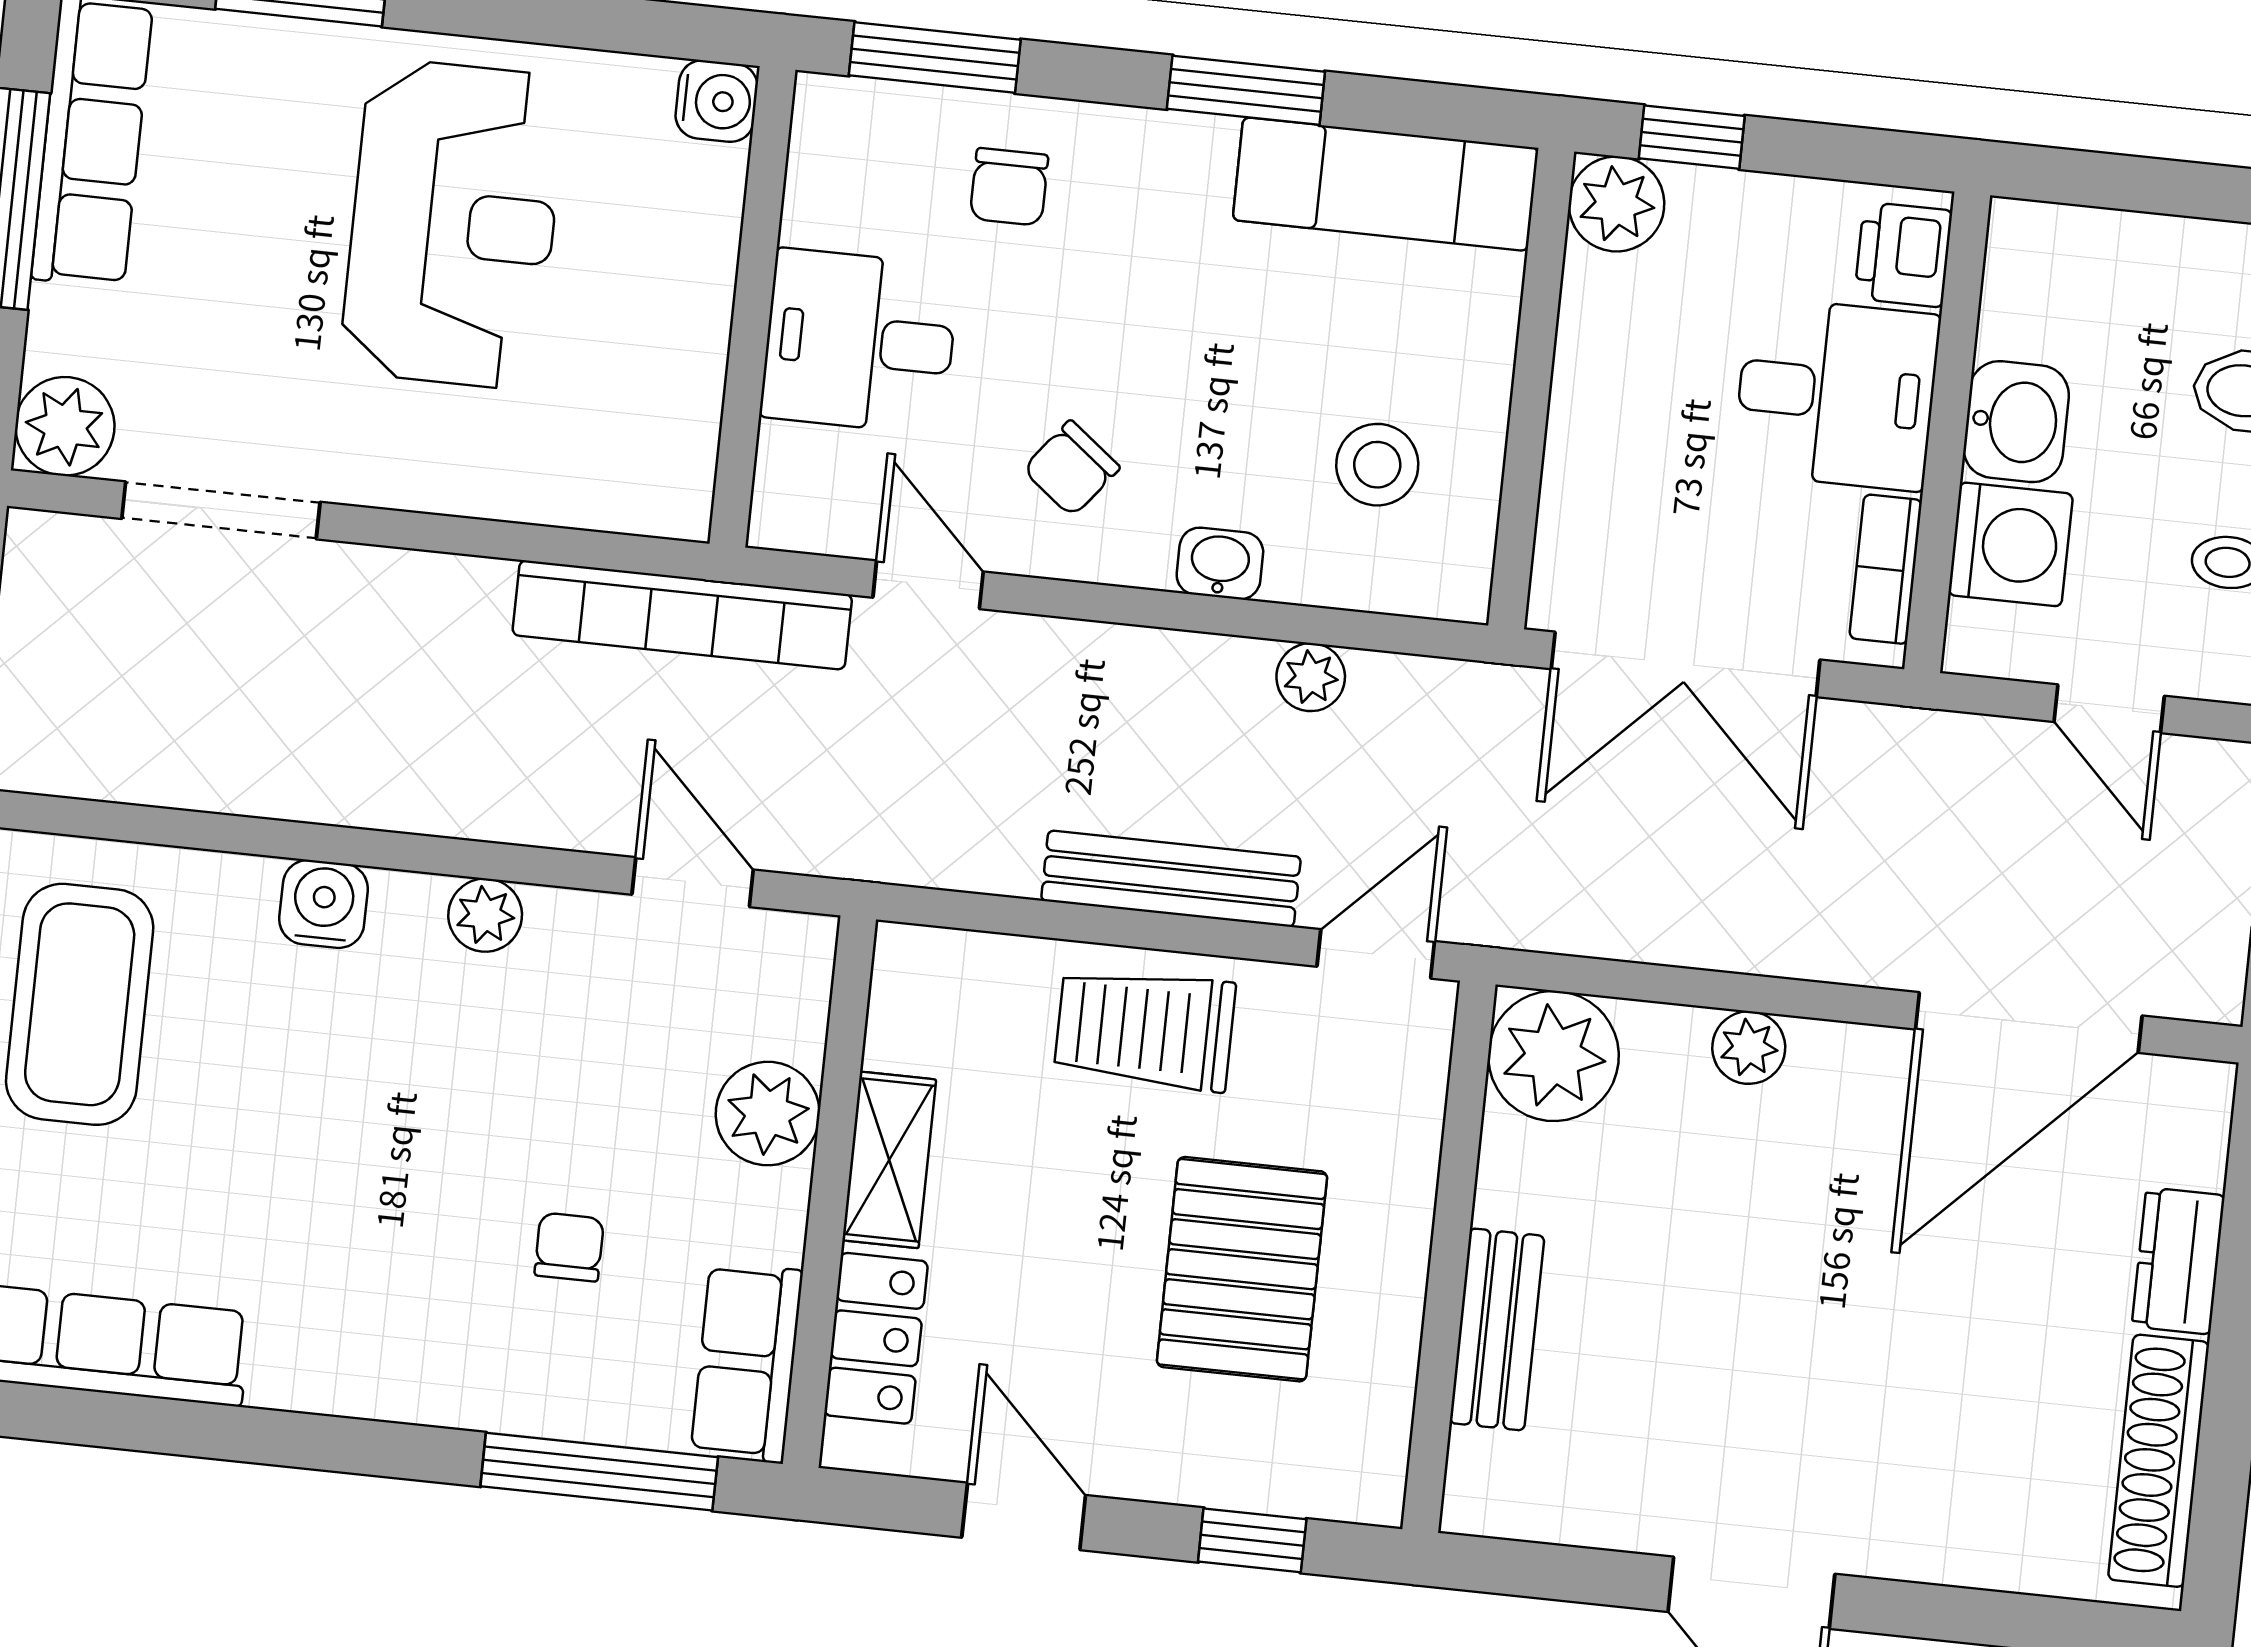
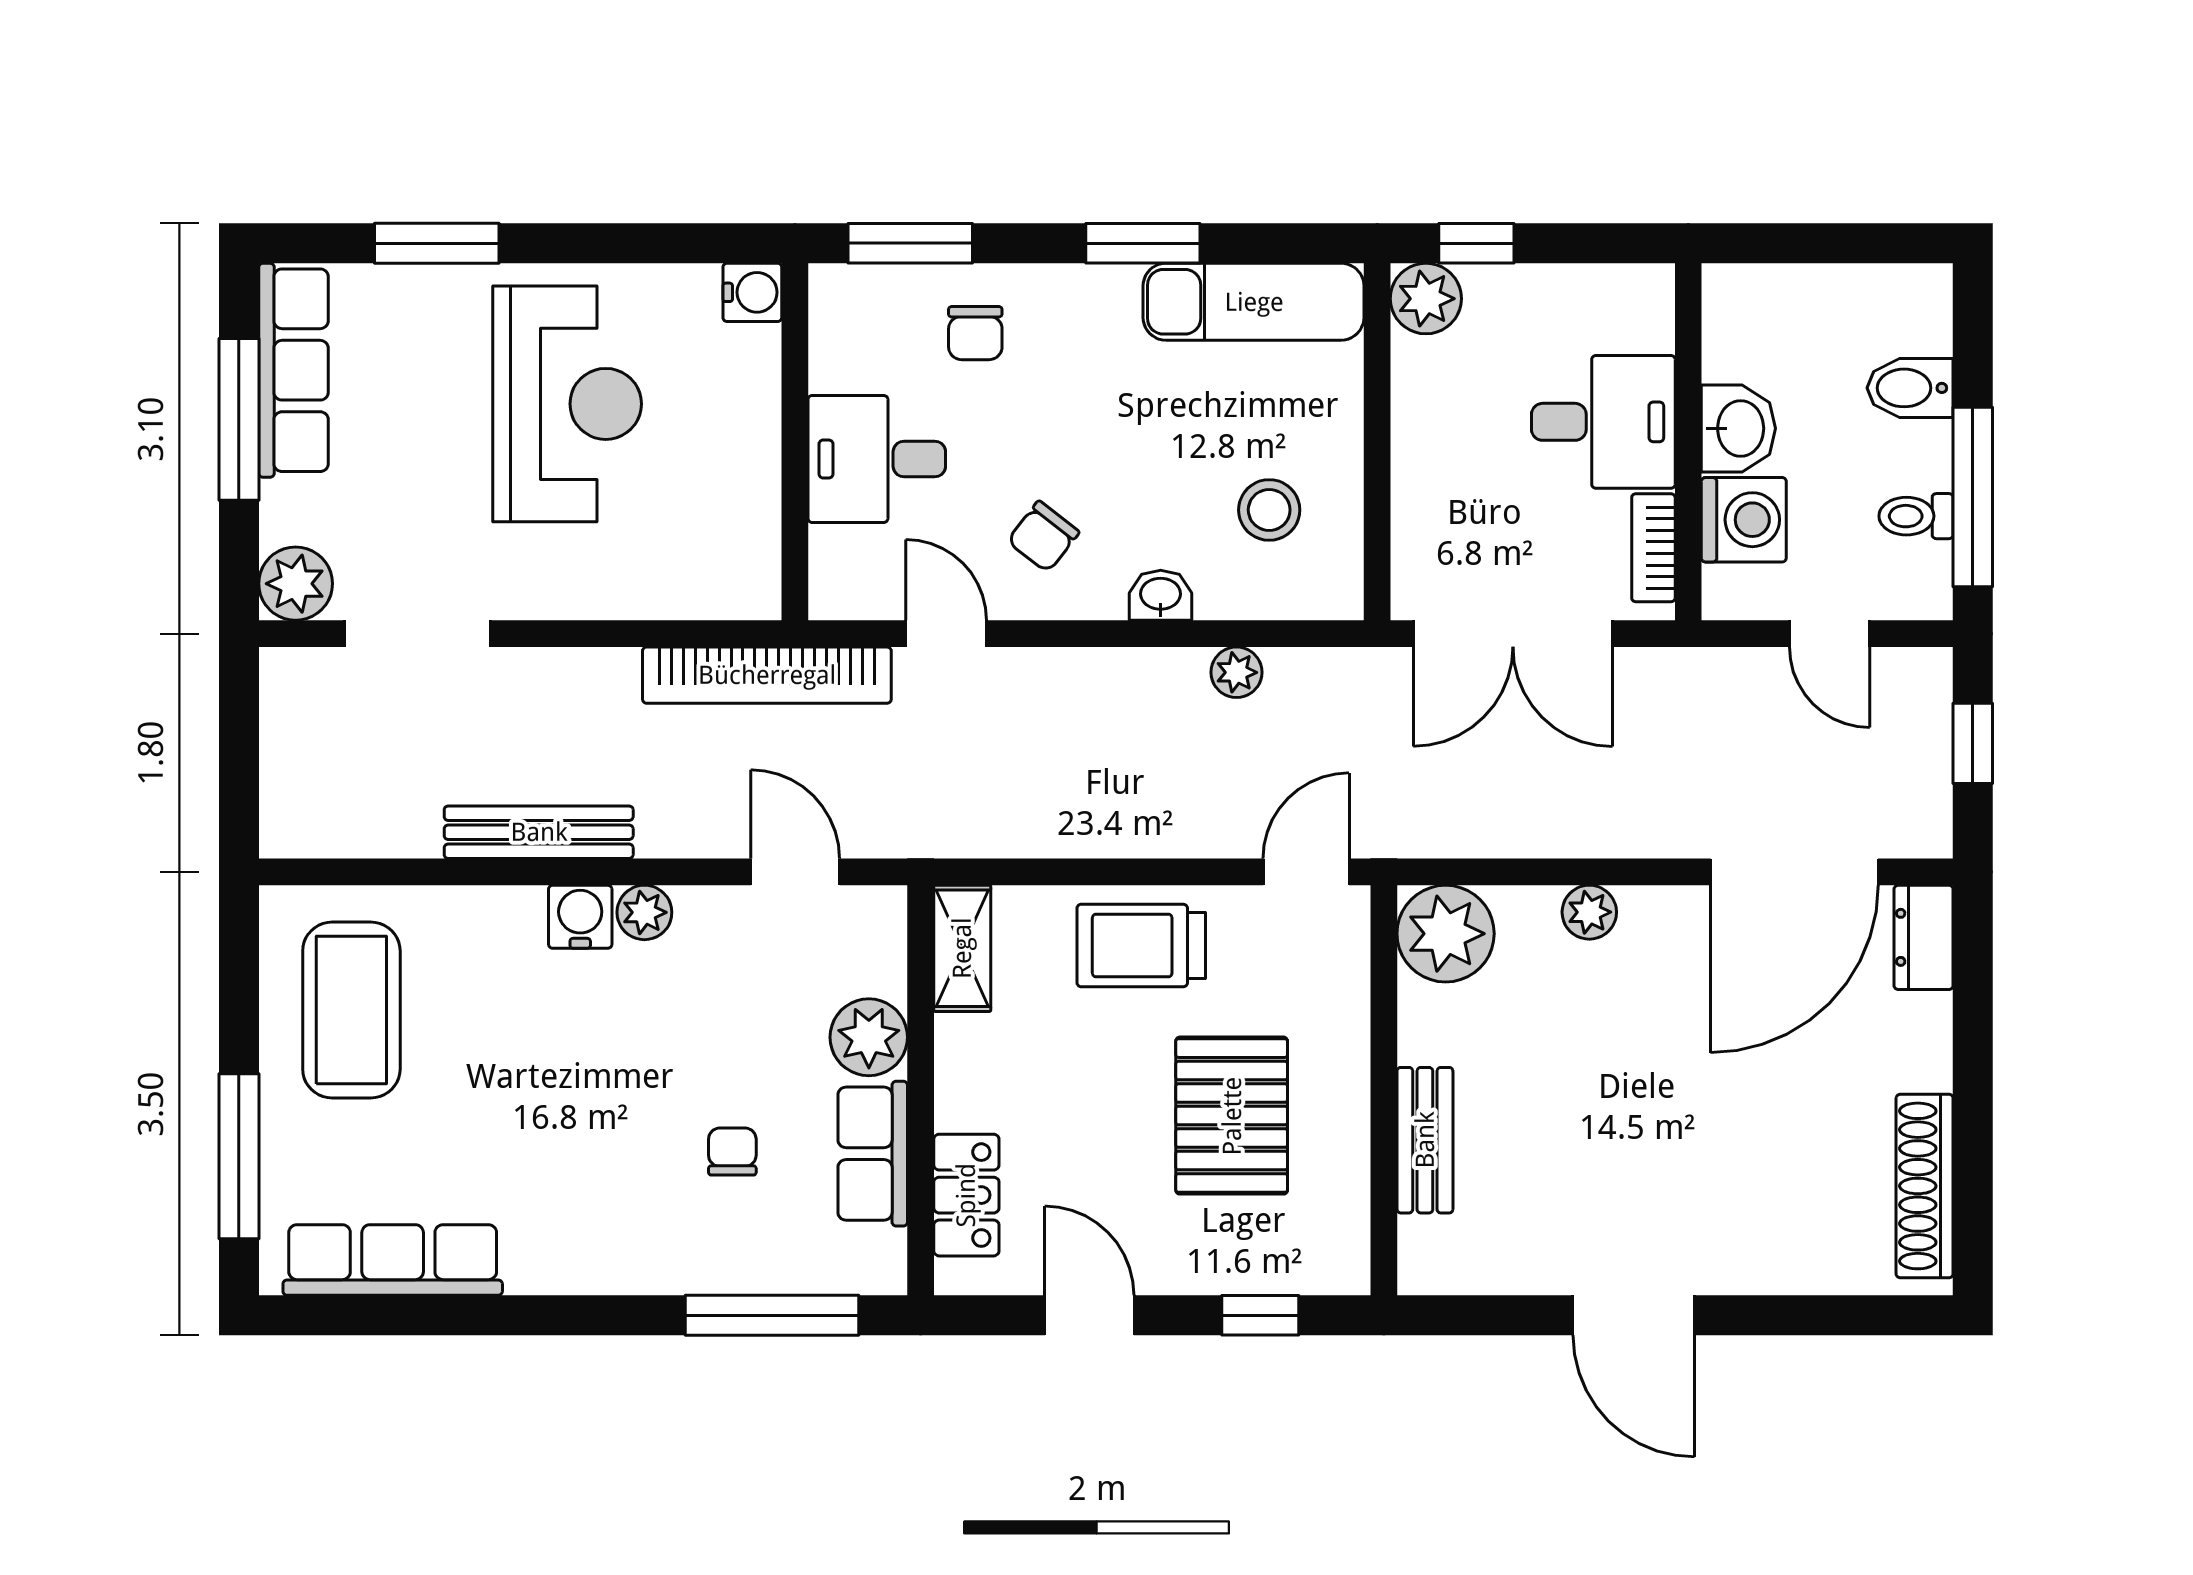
printer: (1903, 255) -> (1642, 314), removed
bench: (1171, 879) -> (539, 832), moved
water cooler: (324, 904) -> (580, 917), moved
shelving: (889, 1160) -> (962, 948), moved
dresser: (2178, 1261) -> (1924, 937), moved
row of seats: (747, 1362) -> (873, 1154), moved

